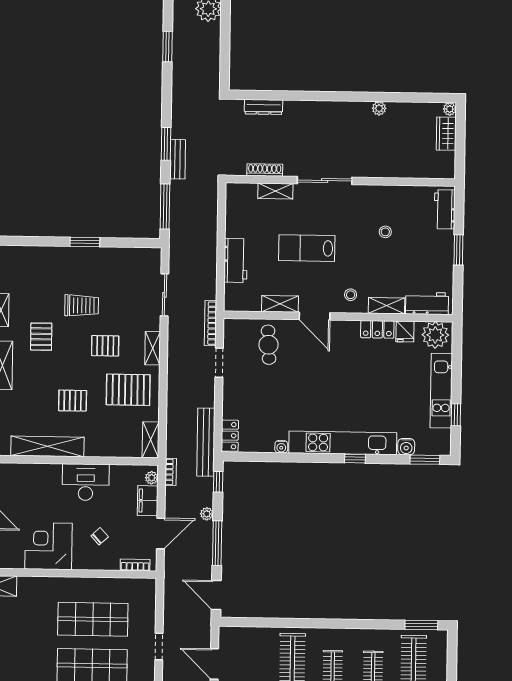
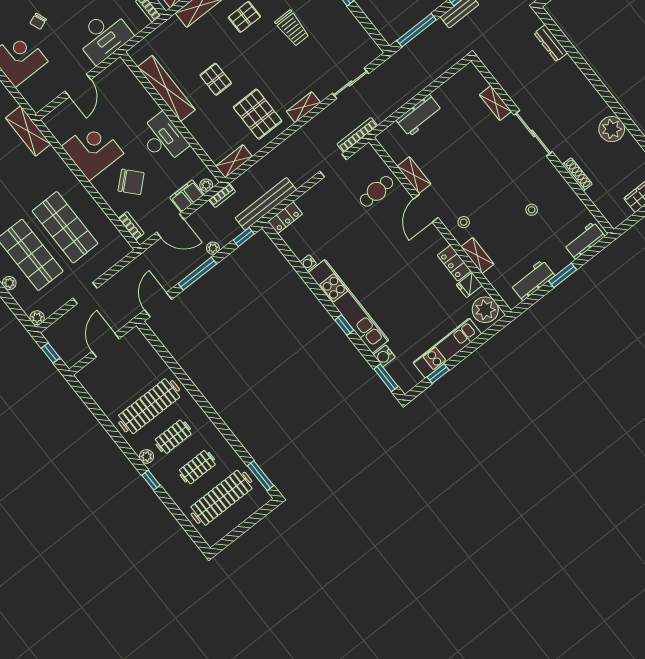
plant: (379, 108) -> (612, 129), width x1.88, depth x1.88
shoe rack: (265, 170) -> (577, 174), moved
lab bench: (307, 248) -> (472, 161), removed
workbench: (427, 303) -> (533, 280), moved, turned -90
pallet: (105, 346) -> (276, 70), removed
chair: (100, 536) -> (131, 182), width x1.87, depth x1.87

